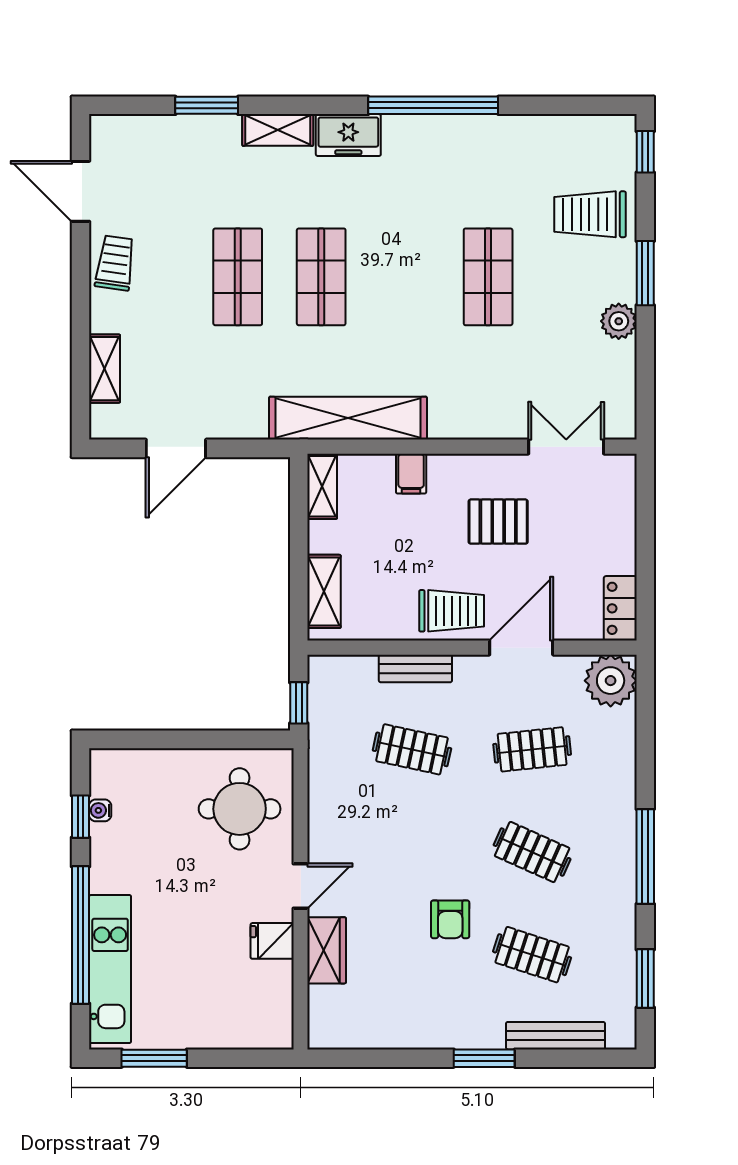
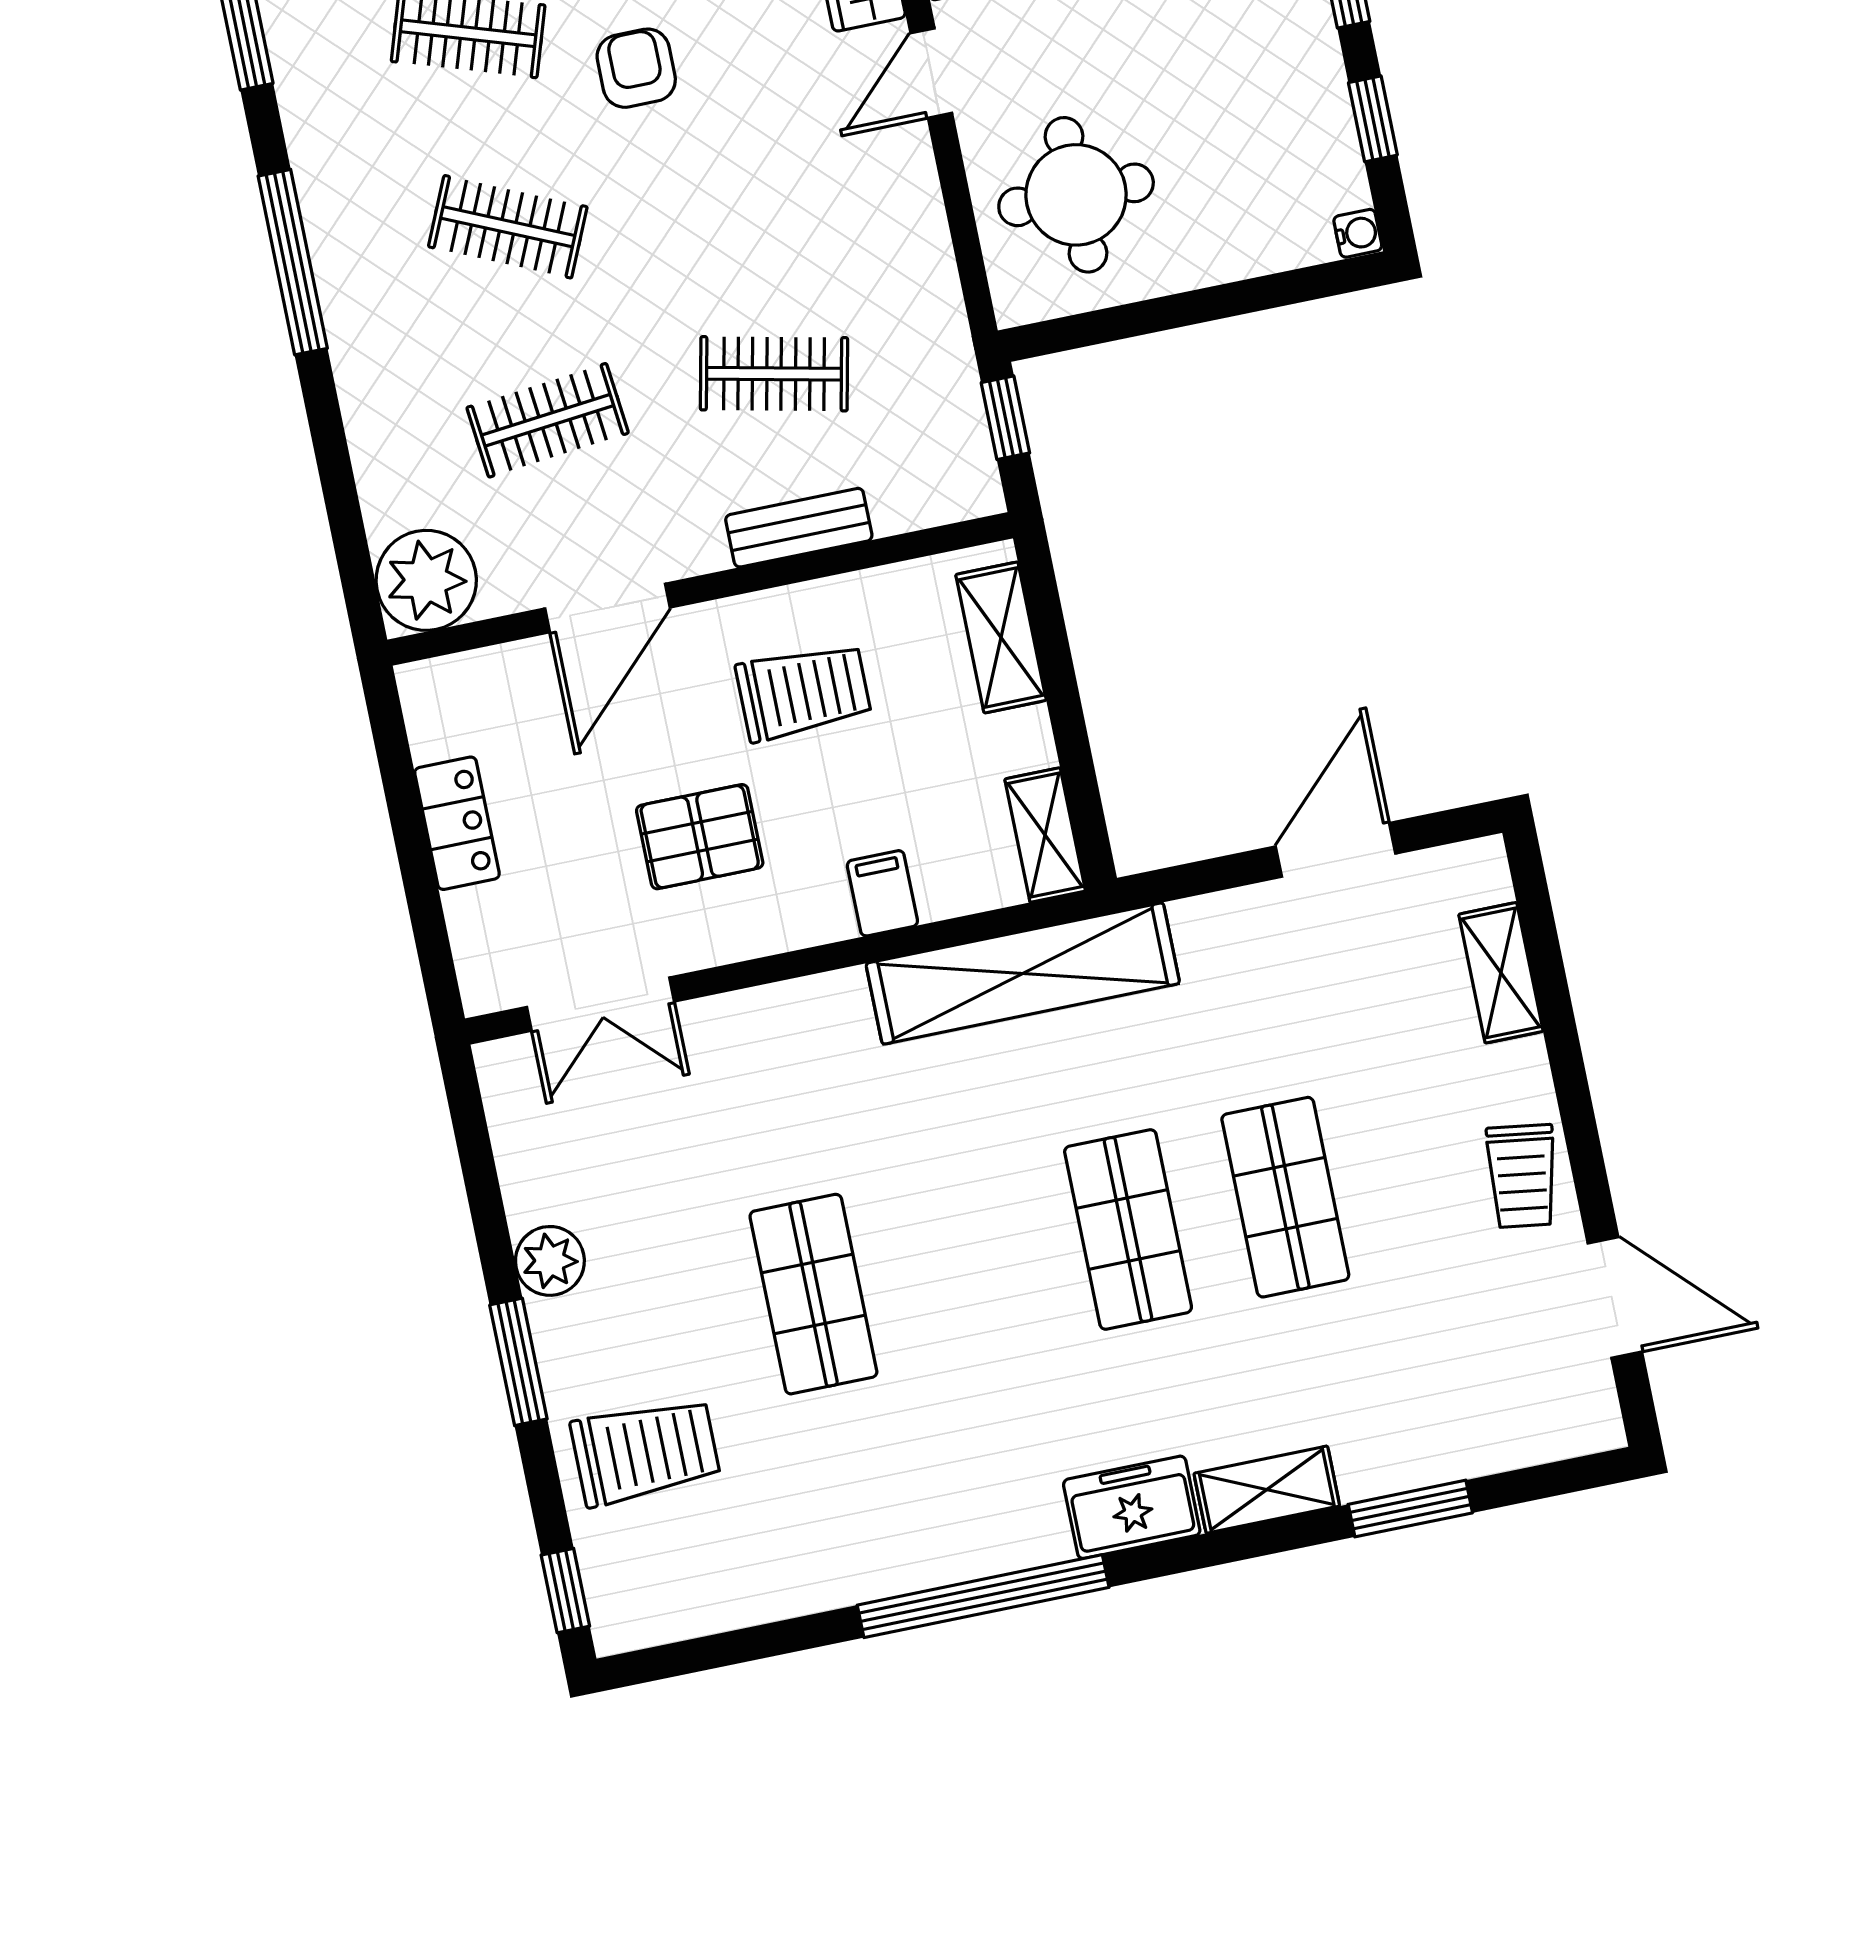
locker: (620, 608) -> (457, 823), moved
trolley: (452, 611) -> (803, 692), moved, turned 180
water cooler: (100, 810) -> (1358, 233), moved

